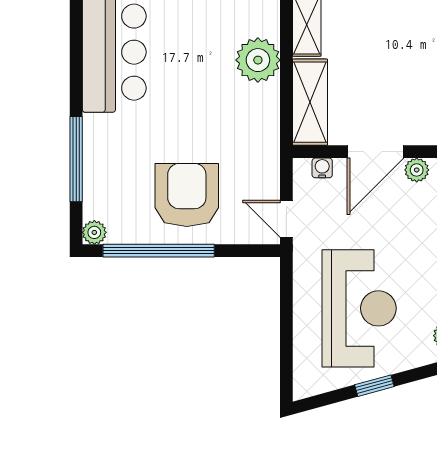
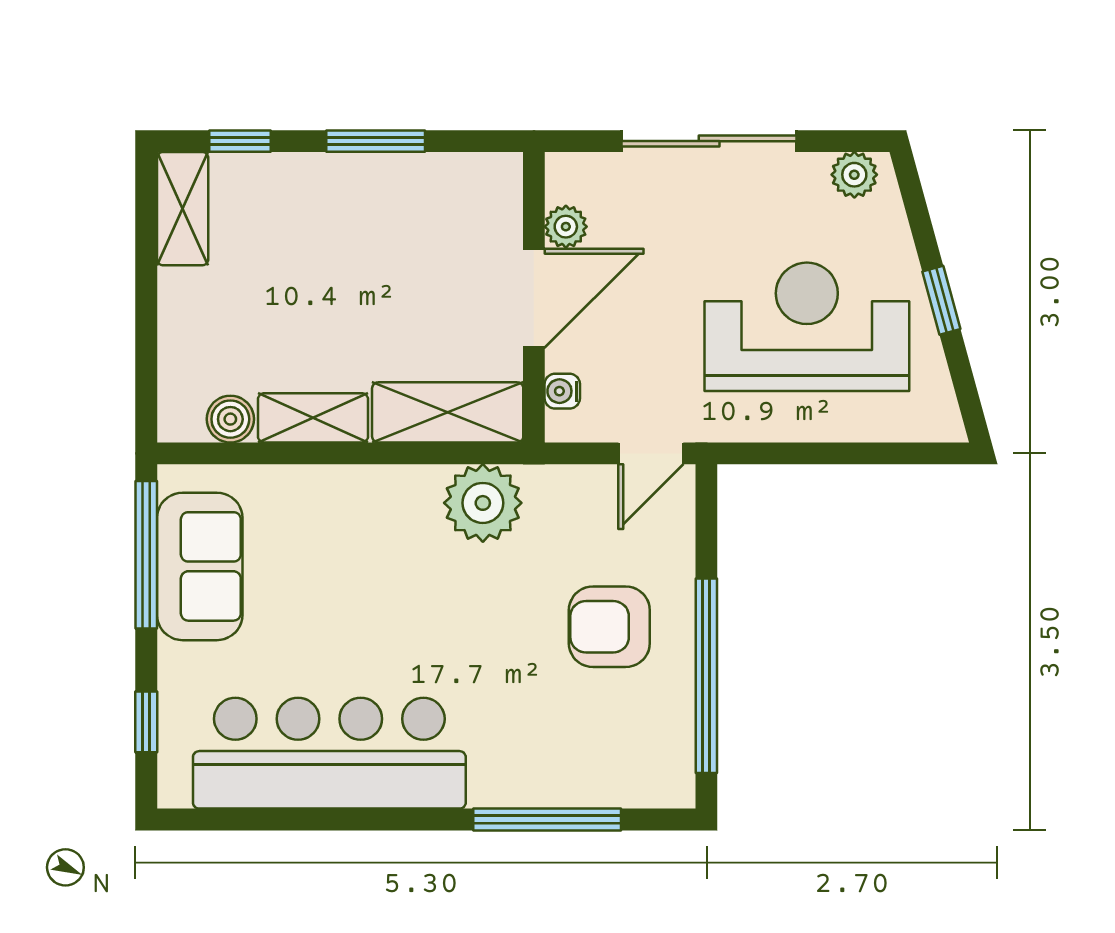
plant: (258, 60) -> (483, 503), moved
door: (376, 152) -> (534, 298), hinge flipped
armchair: (187, 195) -> (609, 627), width x0.73, depth x0.73
plant: (94, 232) -> (675, 788), removed

